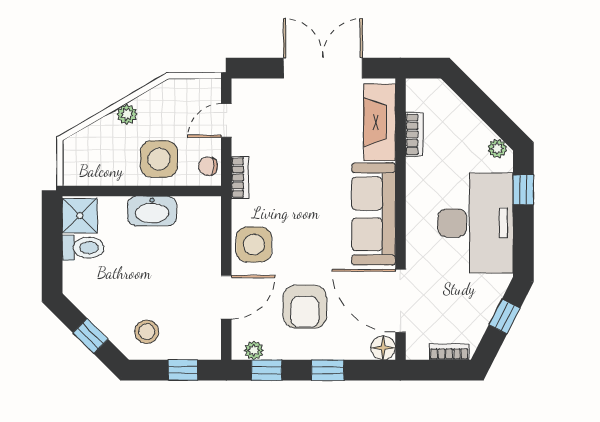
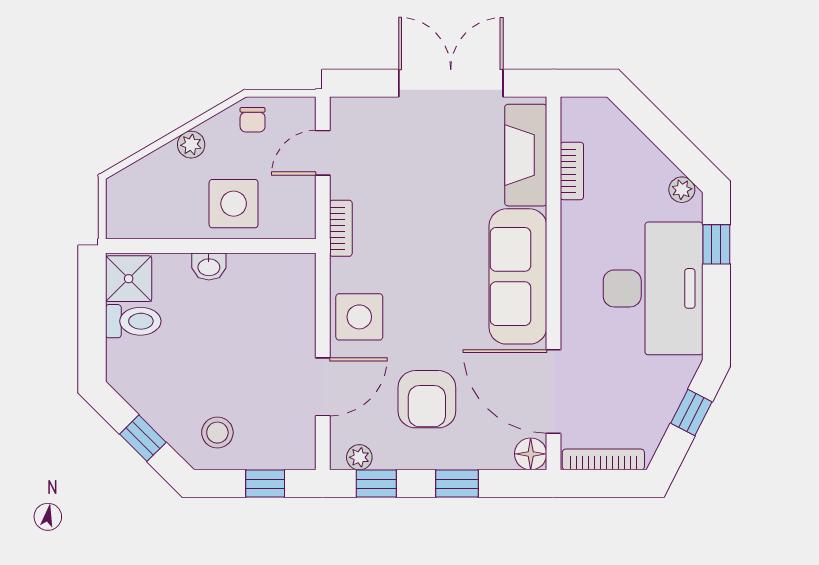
chair: (208, 166) -> (253, 120), moved, turned -90
washbasin: (152, 211) -> (209, 266), width x0.52, depth x0.69
bookcase: (449, 352) -> (603, 459), width x1.56

